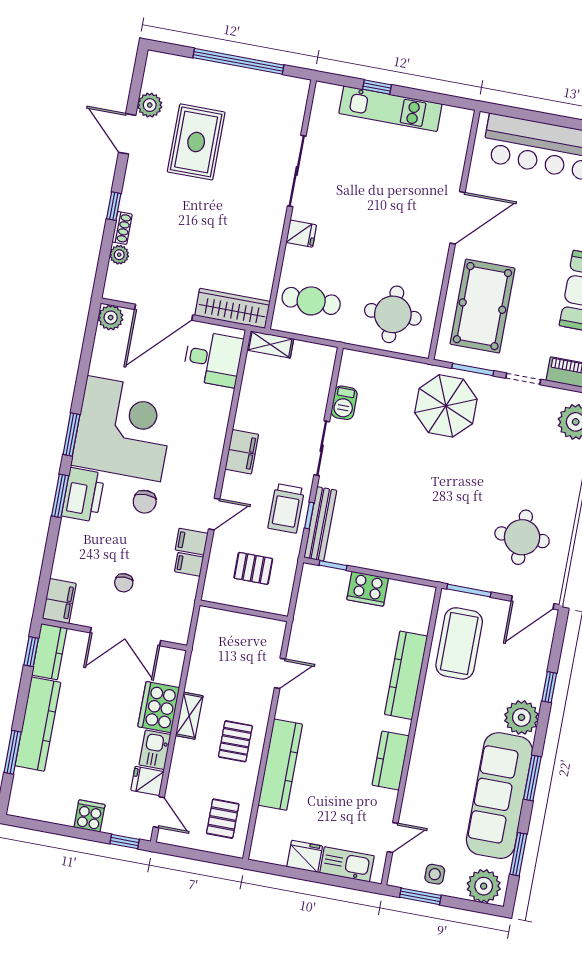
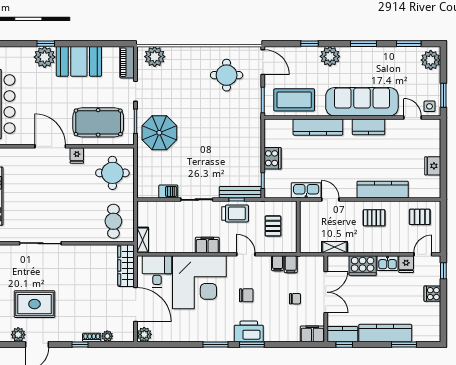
fridge: (301, 234) -> (77, 155), moved, turned 180
corner desk: (124, 429) -> (199, 282), moved, turned 180
filing cabinet: (192, 542) -> (291, 264), moved
shelving: (189, 716) -> (335, 247), moved
sofa: (499, 796) -> (362, 102), moved, turned 180
kitchen sink: (347, 864) -> (306, 190), moved, turned 90
side table: (435, 874) -> (429, 106), moved

